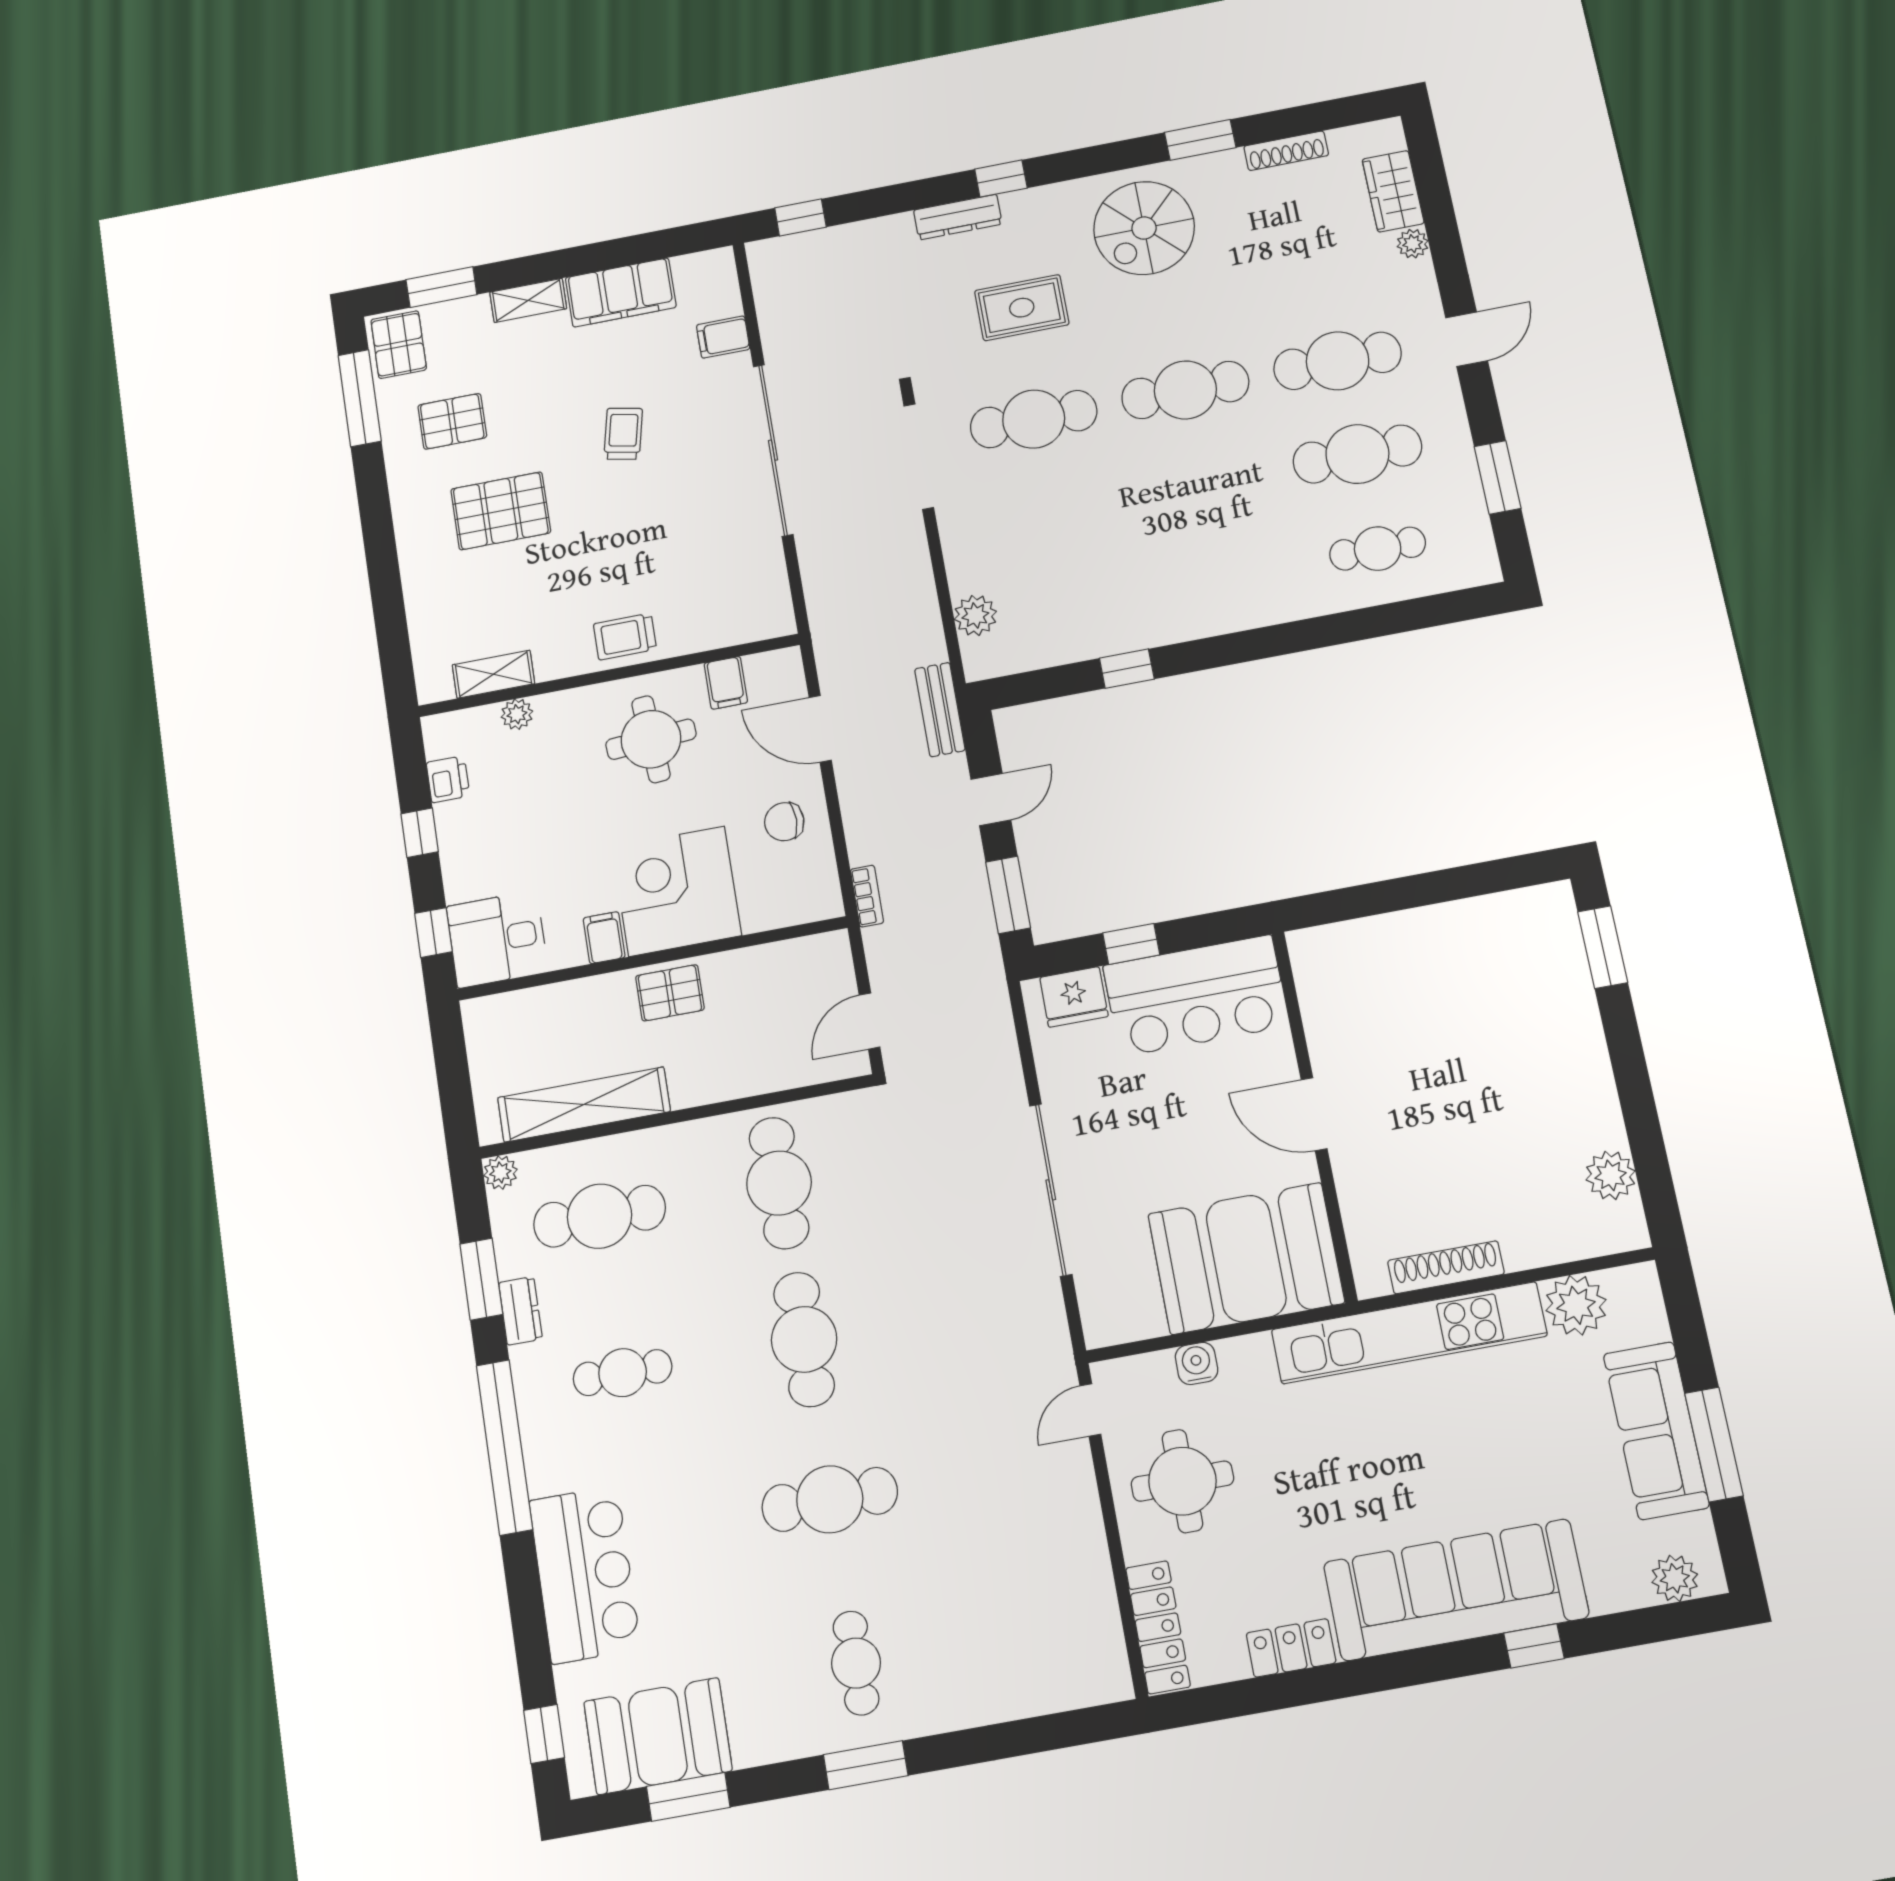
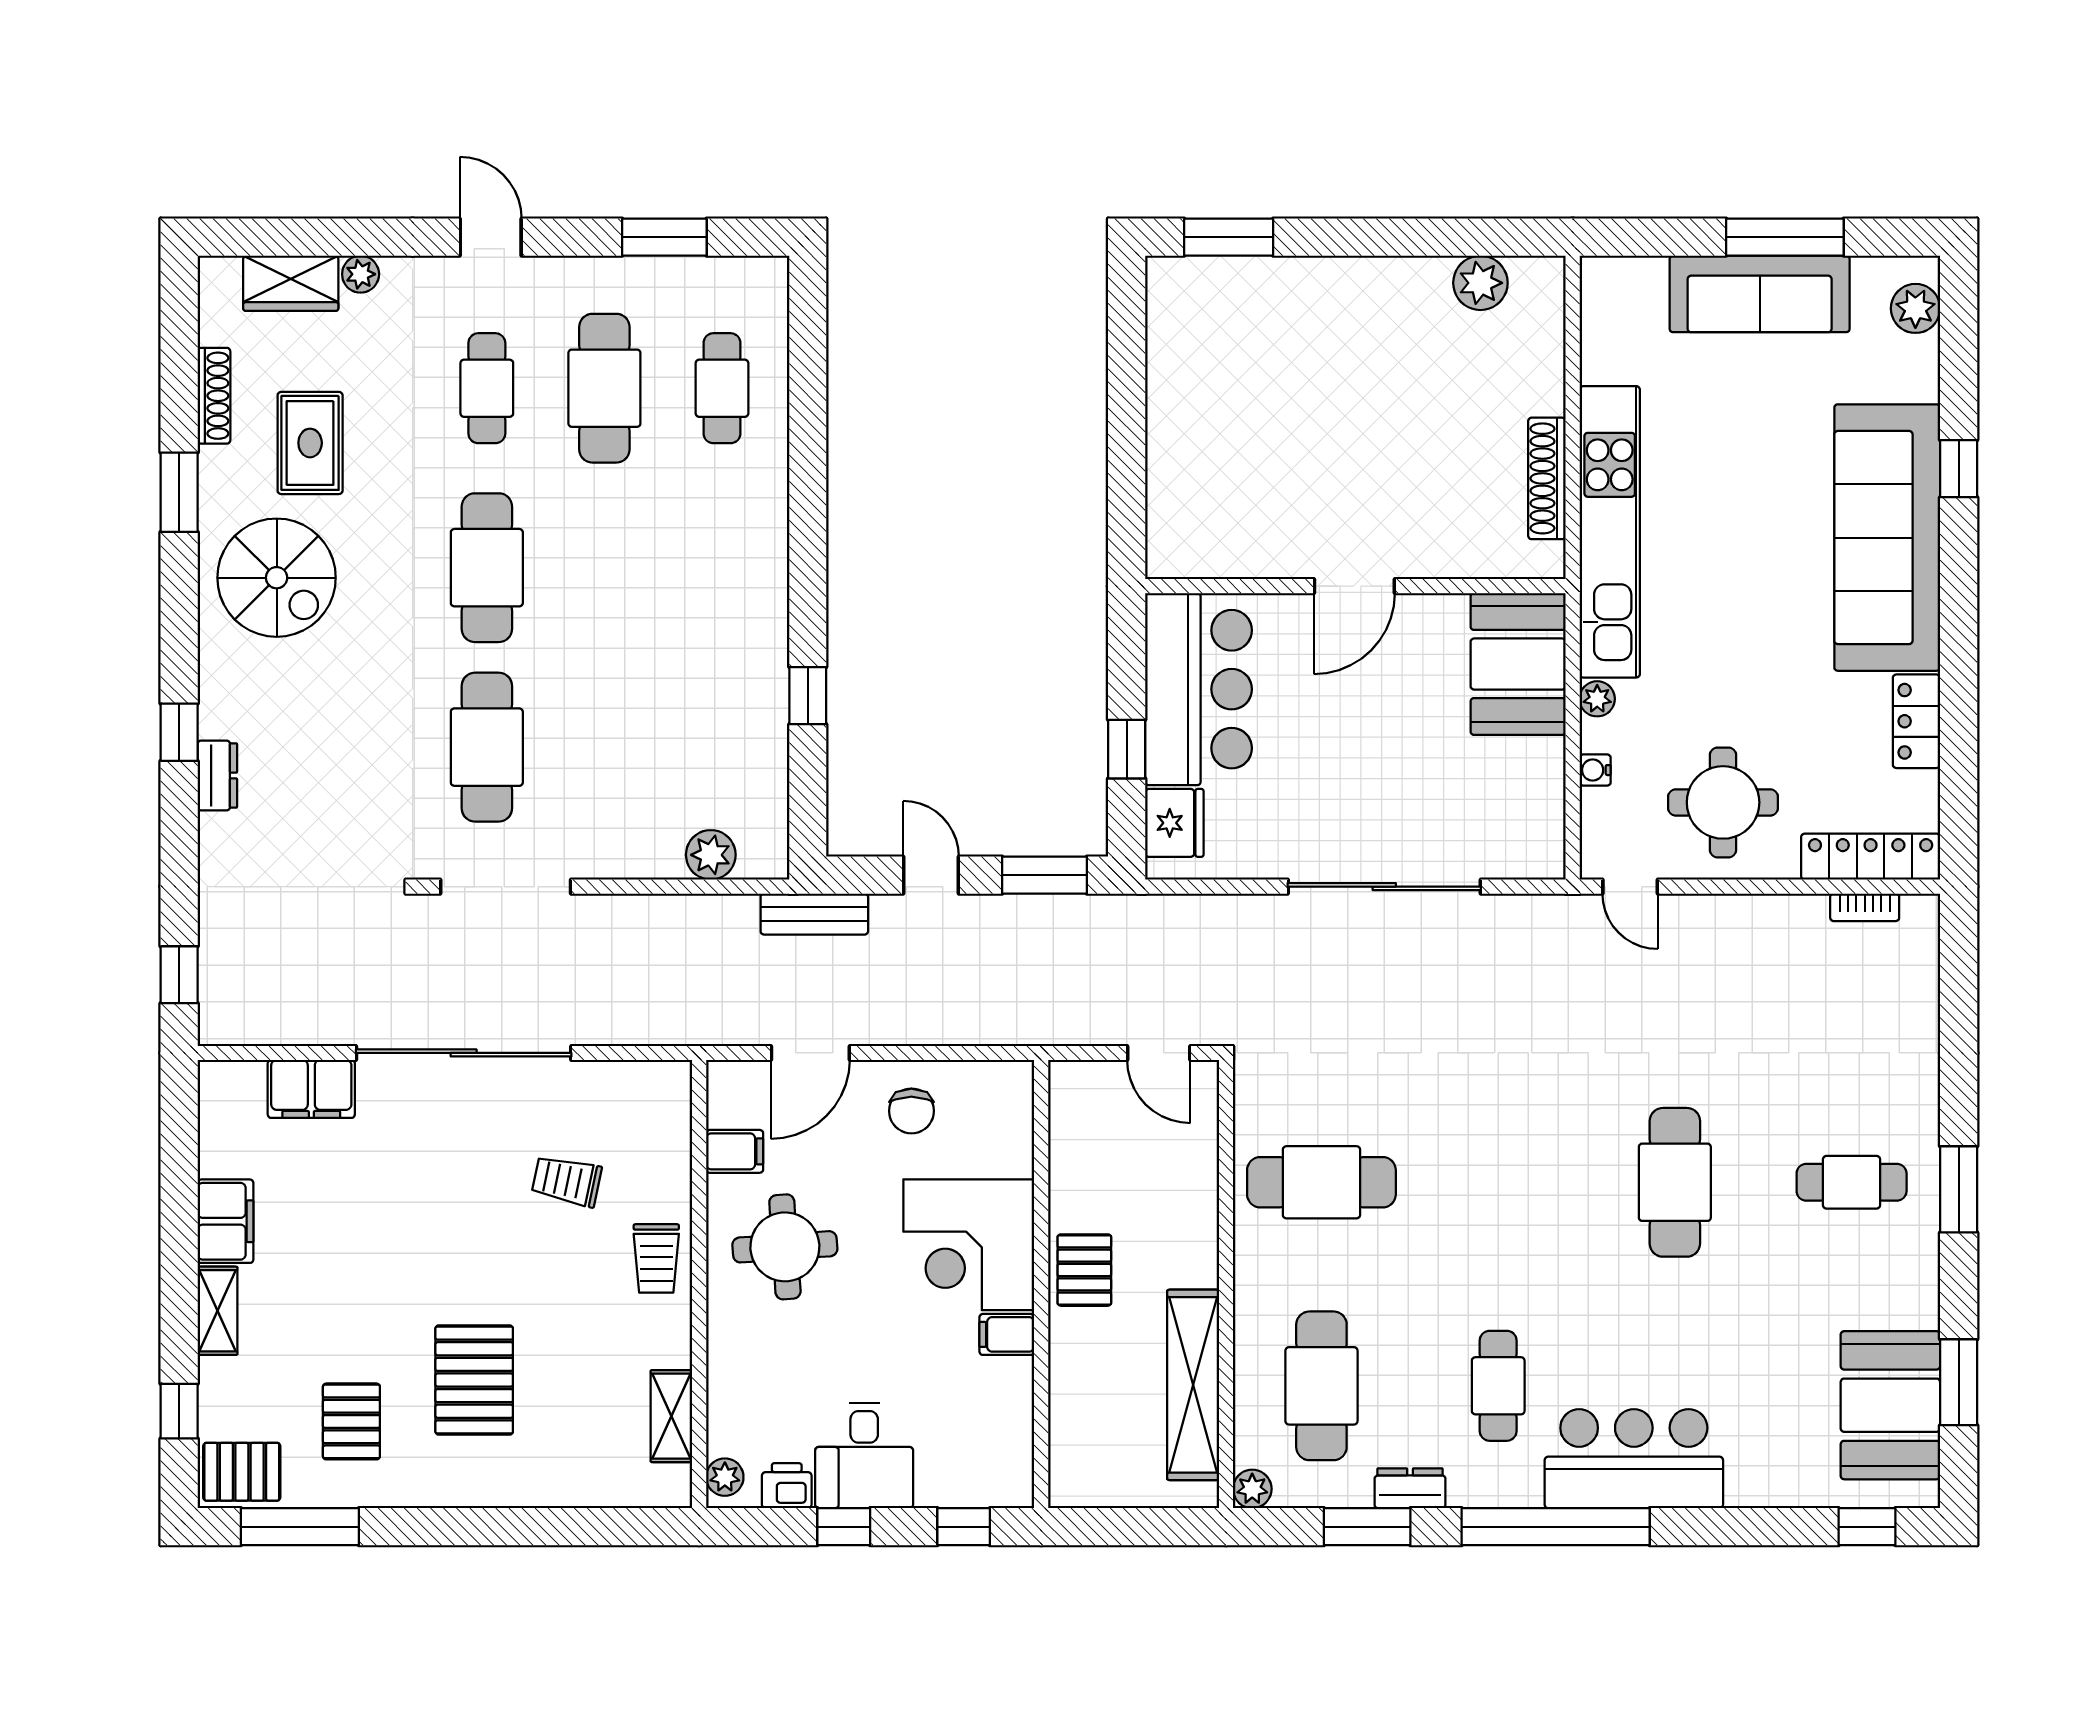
dresser: (958, 217) -> (217, 775), width x0.70
window: (441, 287) -> (179, 1411), width x0.67
filing cabinet: (621, 292) -> (226, 1221), width x0.67, depth x0.86
rug: (1022, 308) -> (310, 443), moved
filing cabinet: (723, 337) -> (311, 1089), width x2.00
cafe table: (1338, 361) -> (487, 388), width x0.73, depth x0.74
trolley: (623, 434) -> (567, 1181), moved
plant: (517, 714) -> (725, 1477), moved
bookcase: (867, 896) -> (1865, 907), moved, turned 180
desk: (497, 939) -> (864, 1455), moved
booth: (1246, 1258) -> (1518, 664), width x0.73, depth x0.70
plant: (1576, 1305) -> (1597, 699), moved, width x0.53, depth x0.53
cafe table: (804, 1339) -> (1498, 1182), removed
water cooler: (1197, 1363) -> (1595, 770), width x0.72, depth x0.72
bar counter: (585, 1574) -> (1634, 1459), moved

